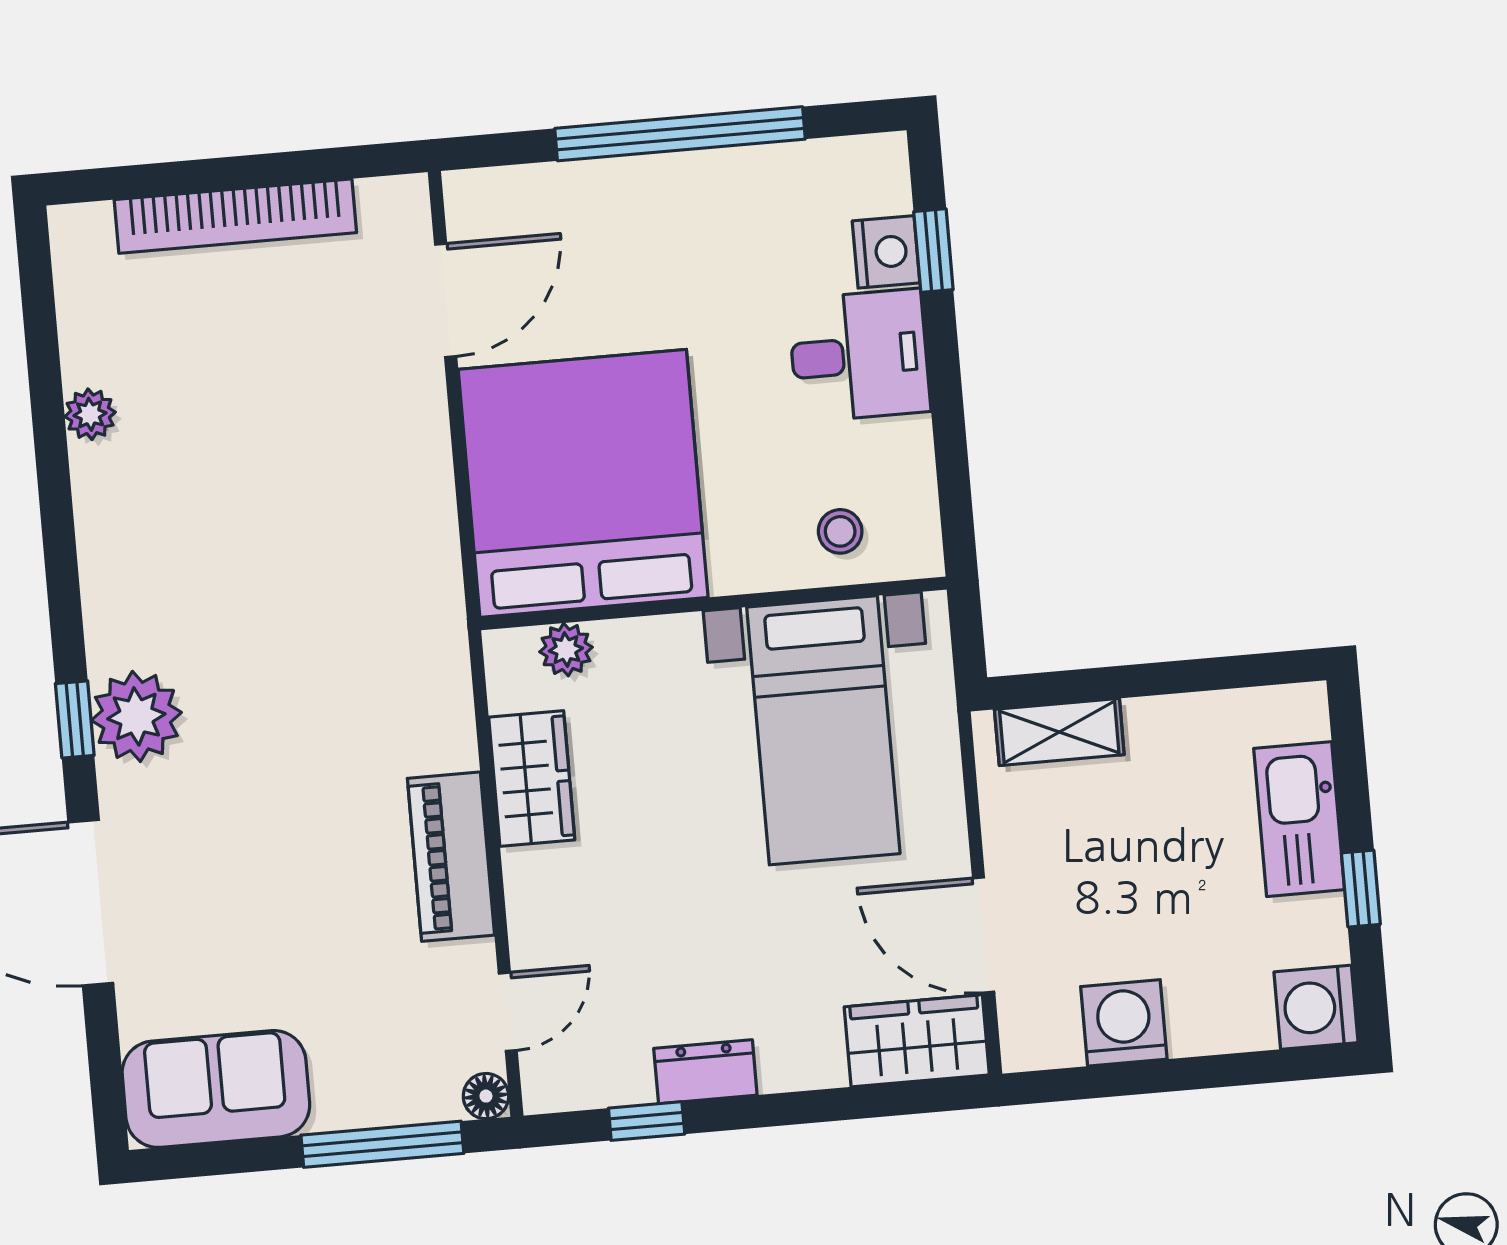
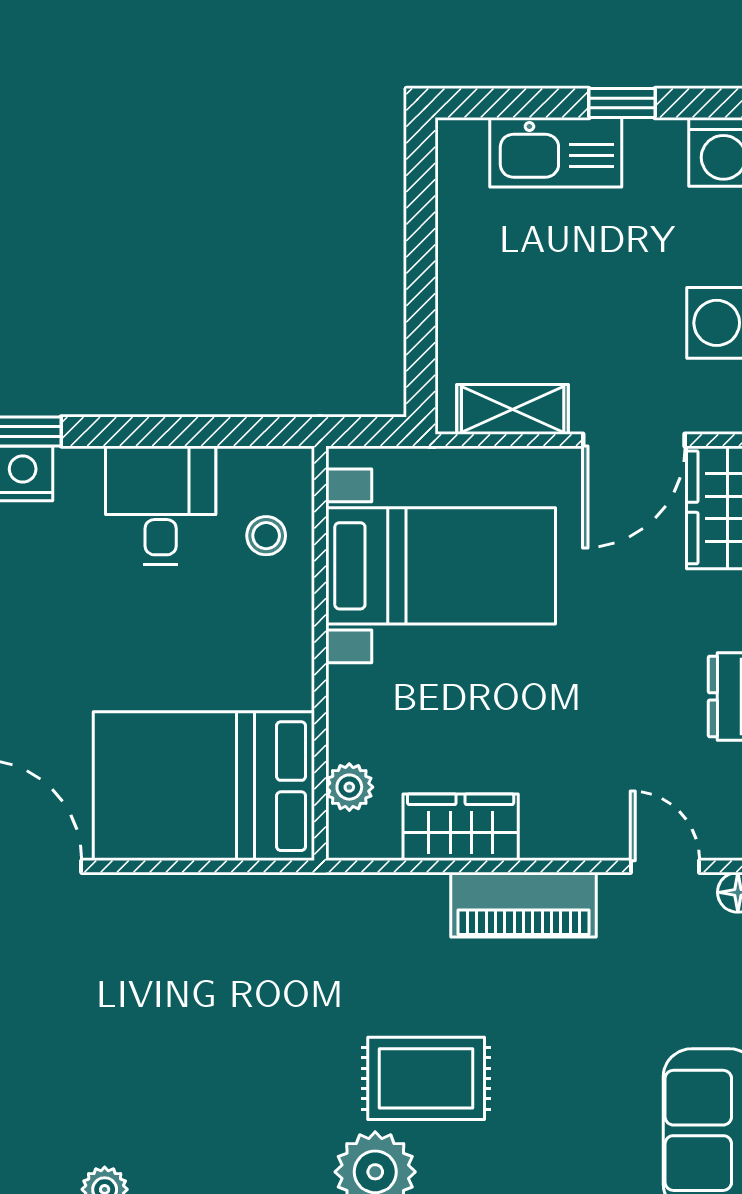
desk: (859, 356) -> (161, 505), moved
bed: (583, 483) -> (204, 786), width x0.73
shelving: (1059, 732) -> (513, 409), moved, turned 90
rug: (246, 764) -> (426, 1078), added

